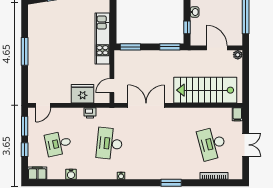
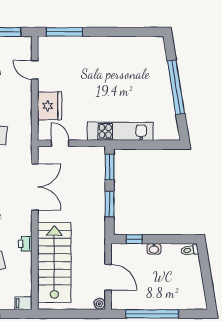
window: (170, 47) -> (110, 204), moved
door: (217, 48) -> (108, 277), hinge flipped
window: (25, 51) -> (64, 32), moved
door: (43, 105) -> (35, 70), moved
printer: (90, 113) -> (25, 244), moved

